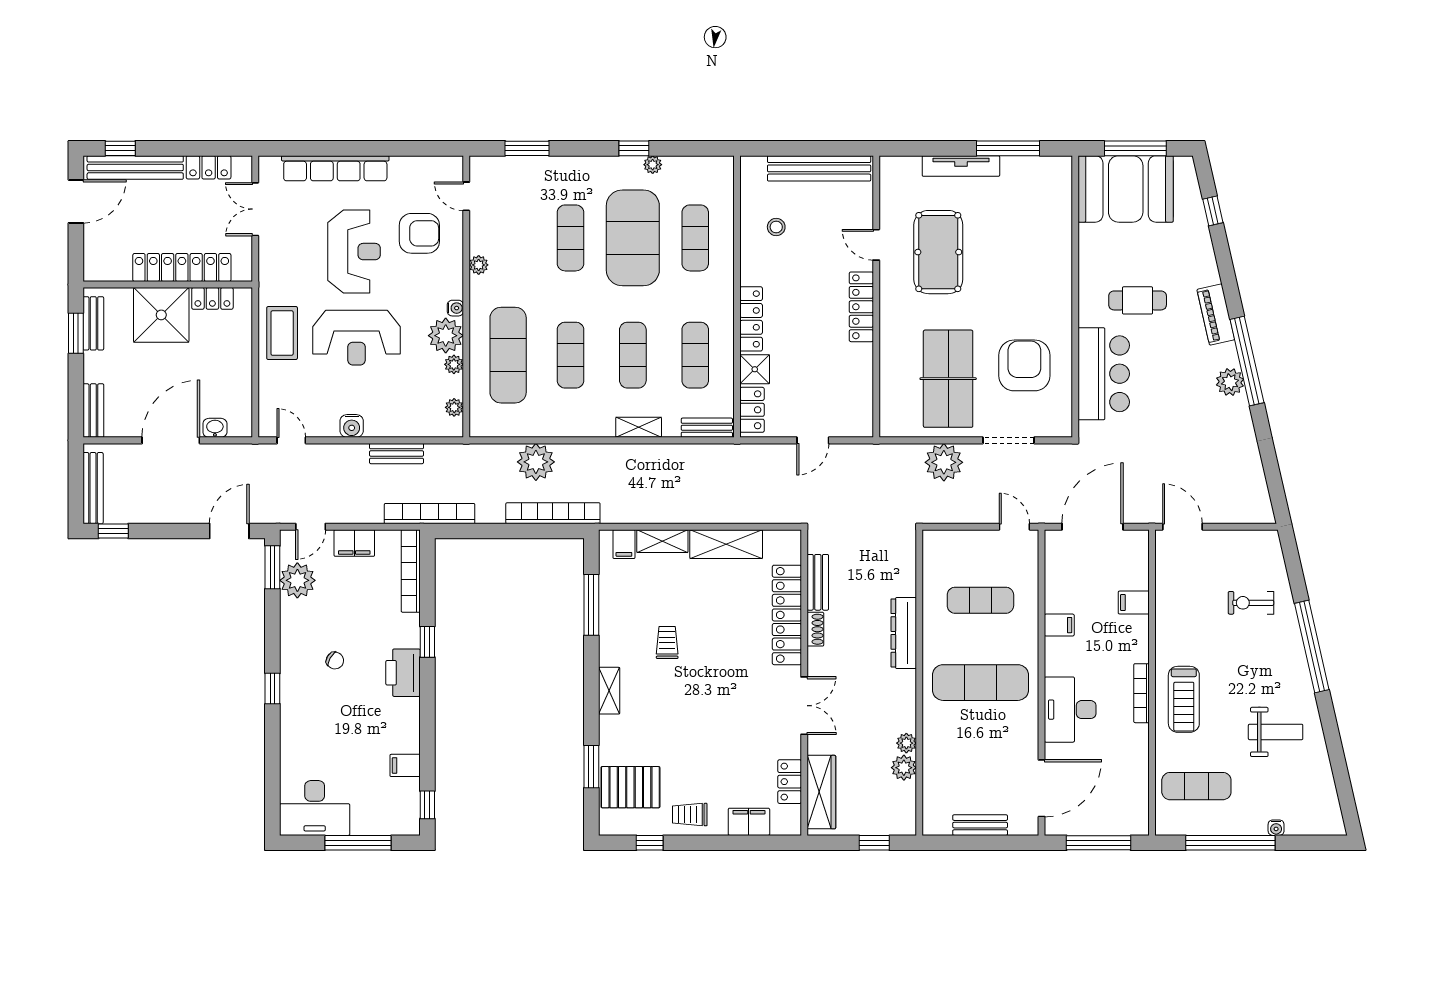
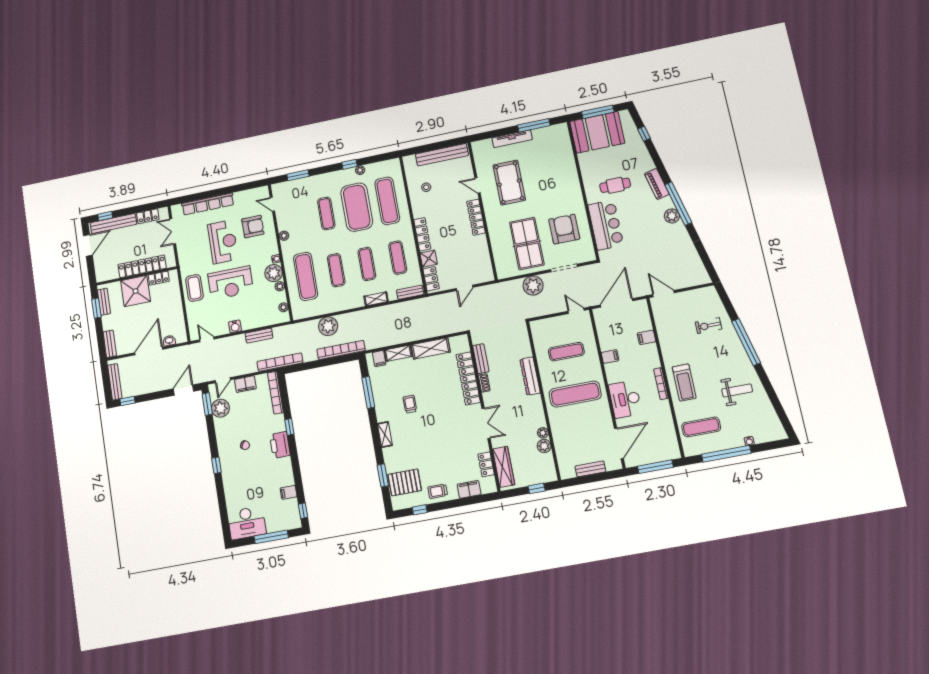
exercise mat: (695, 238) -> (387, 201), width x1.36, depth x1.45

